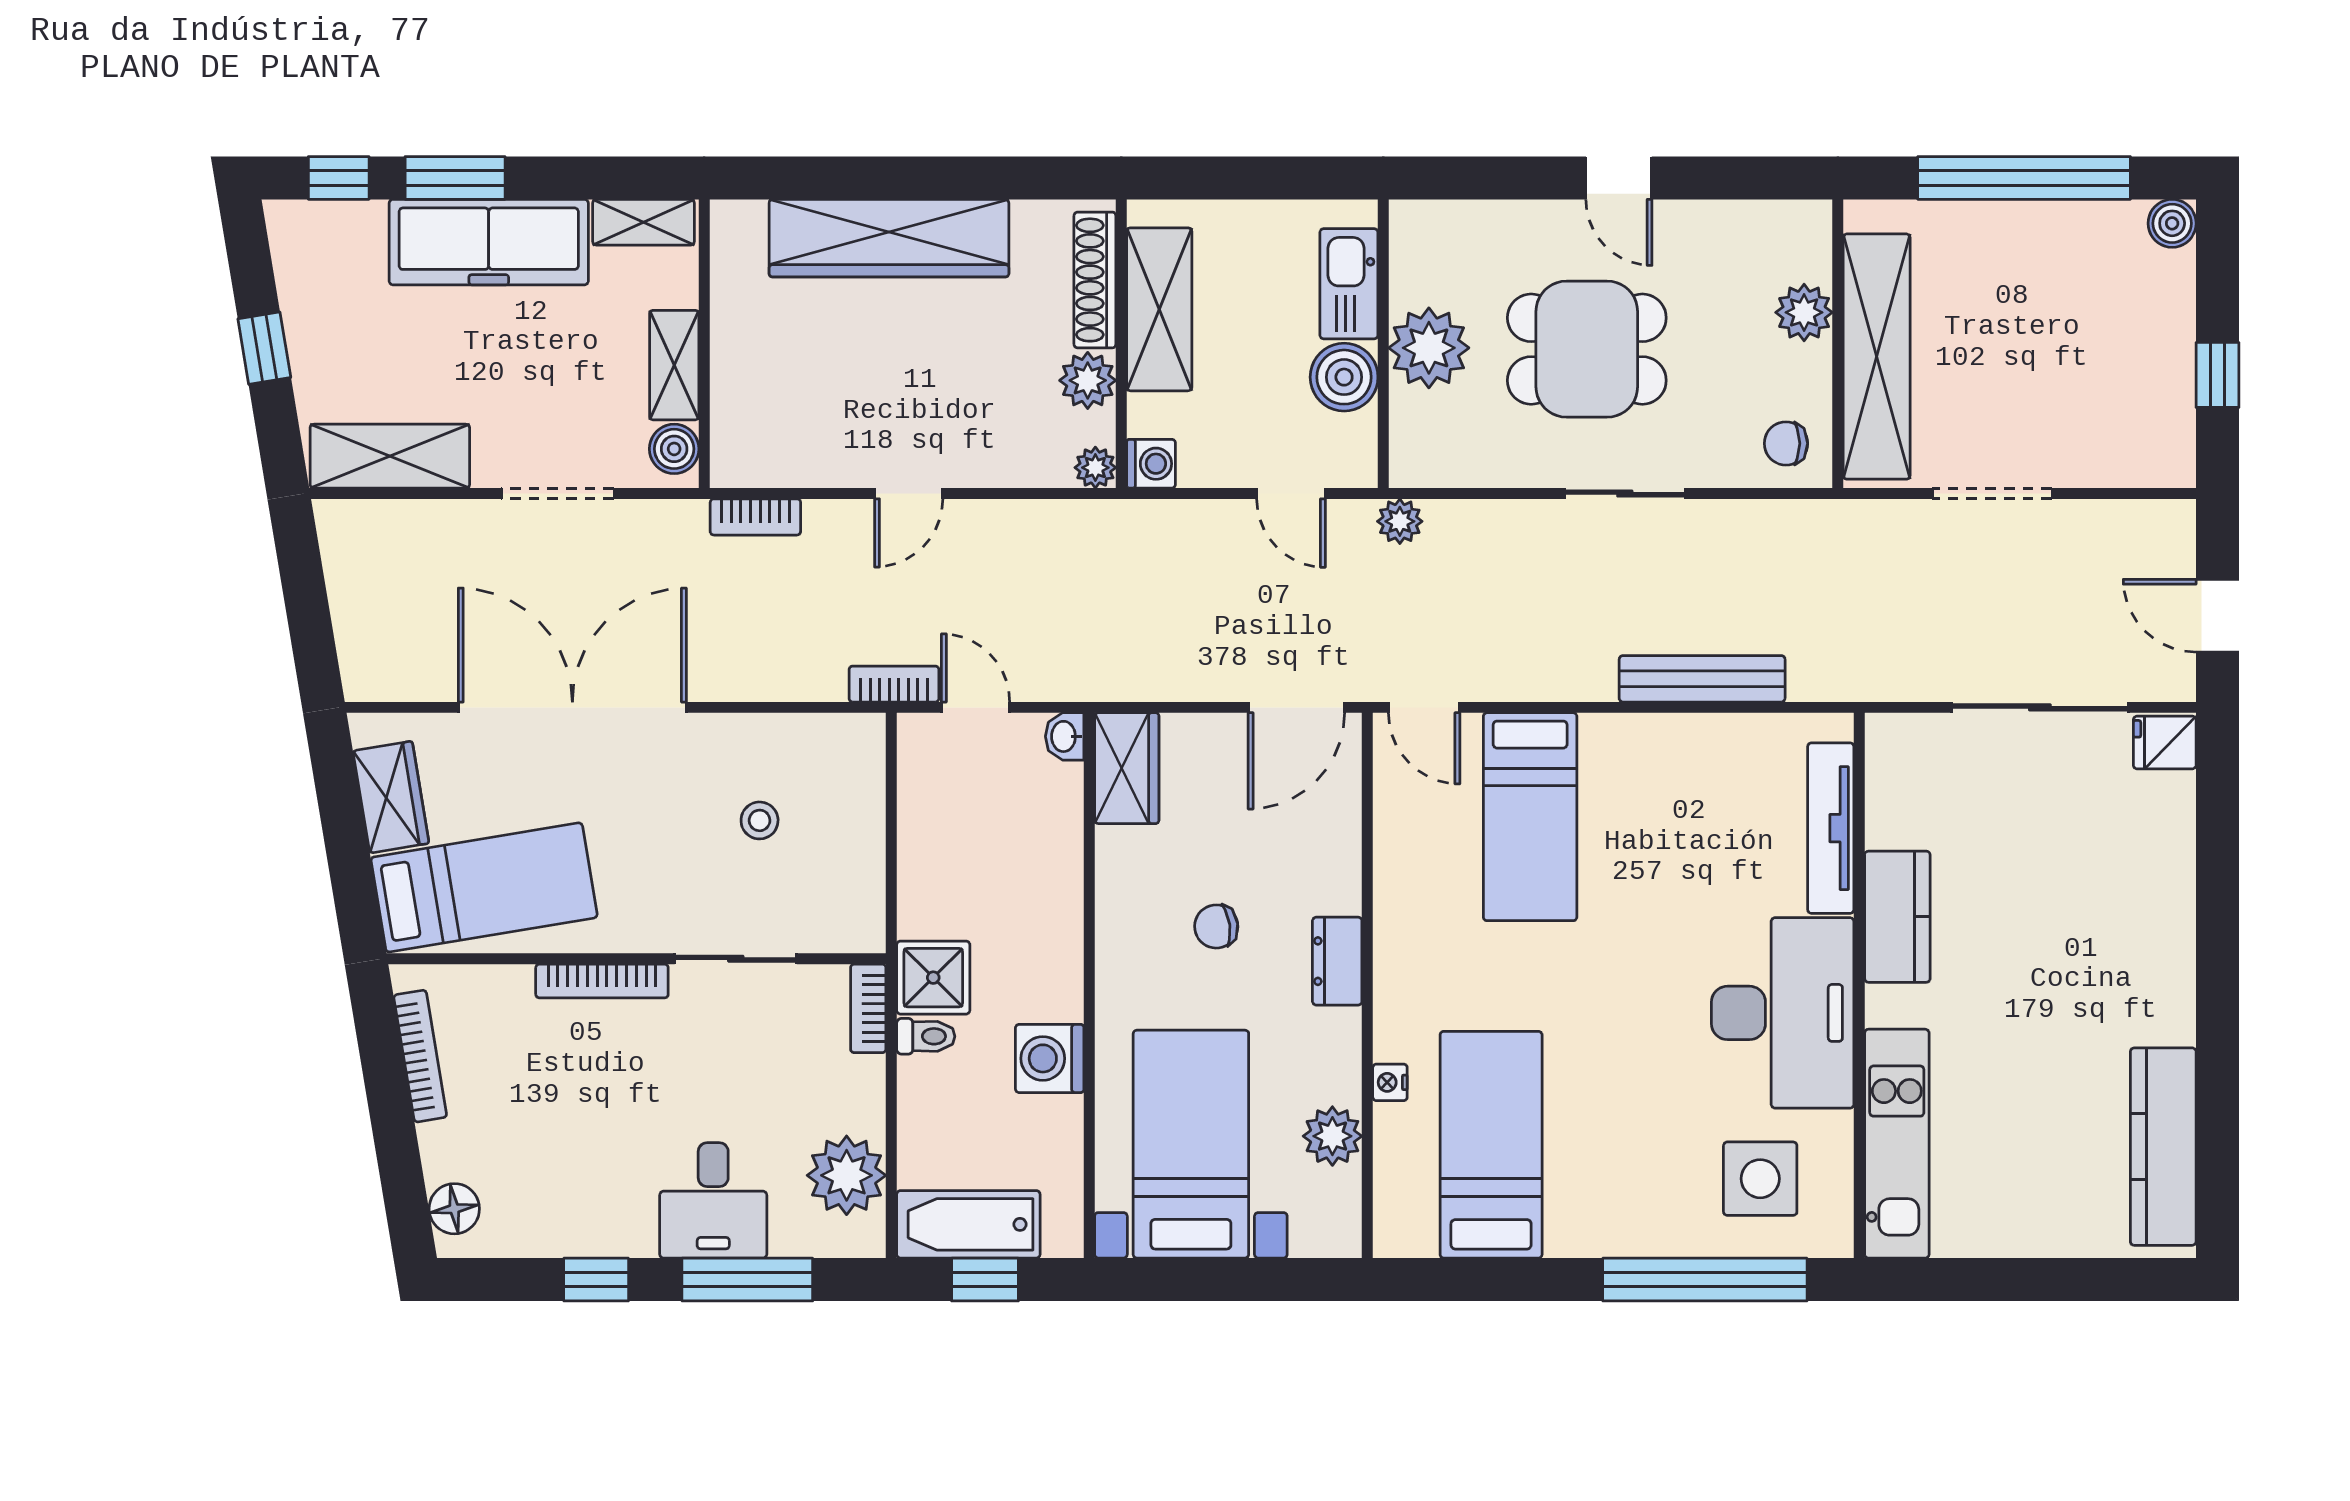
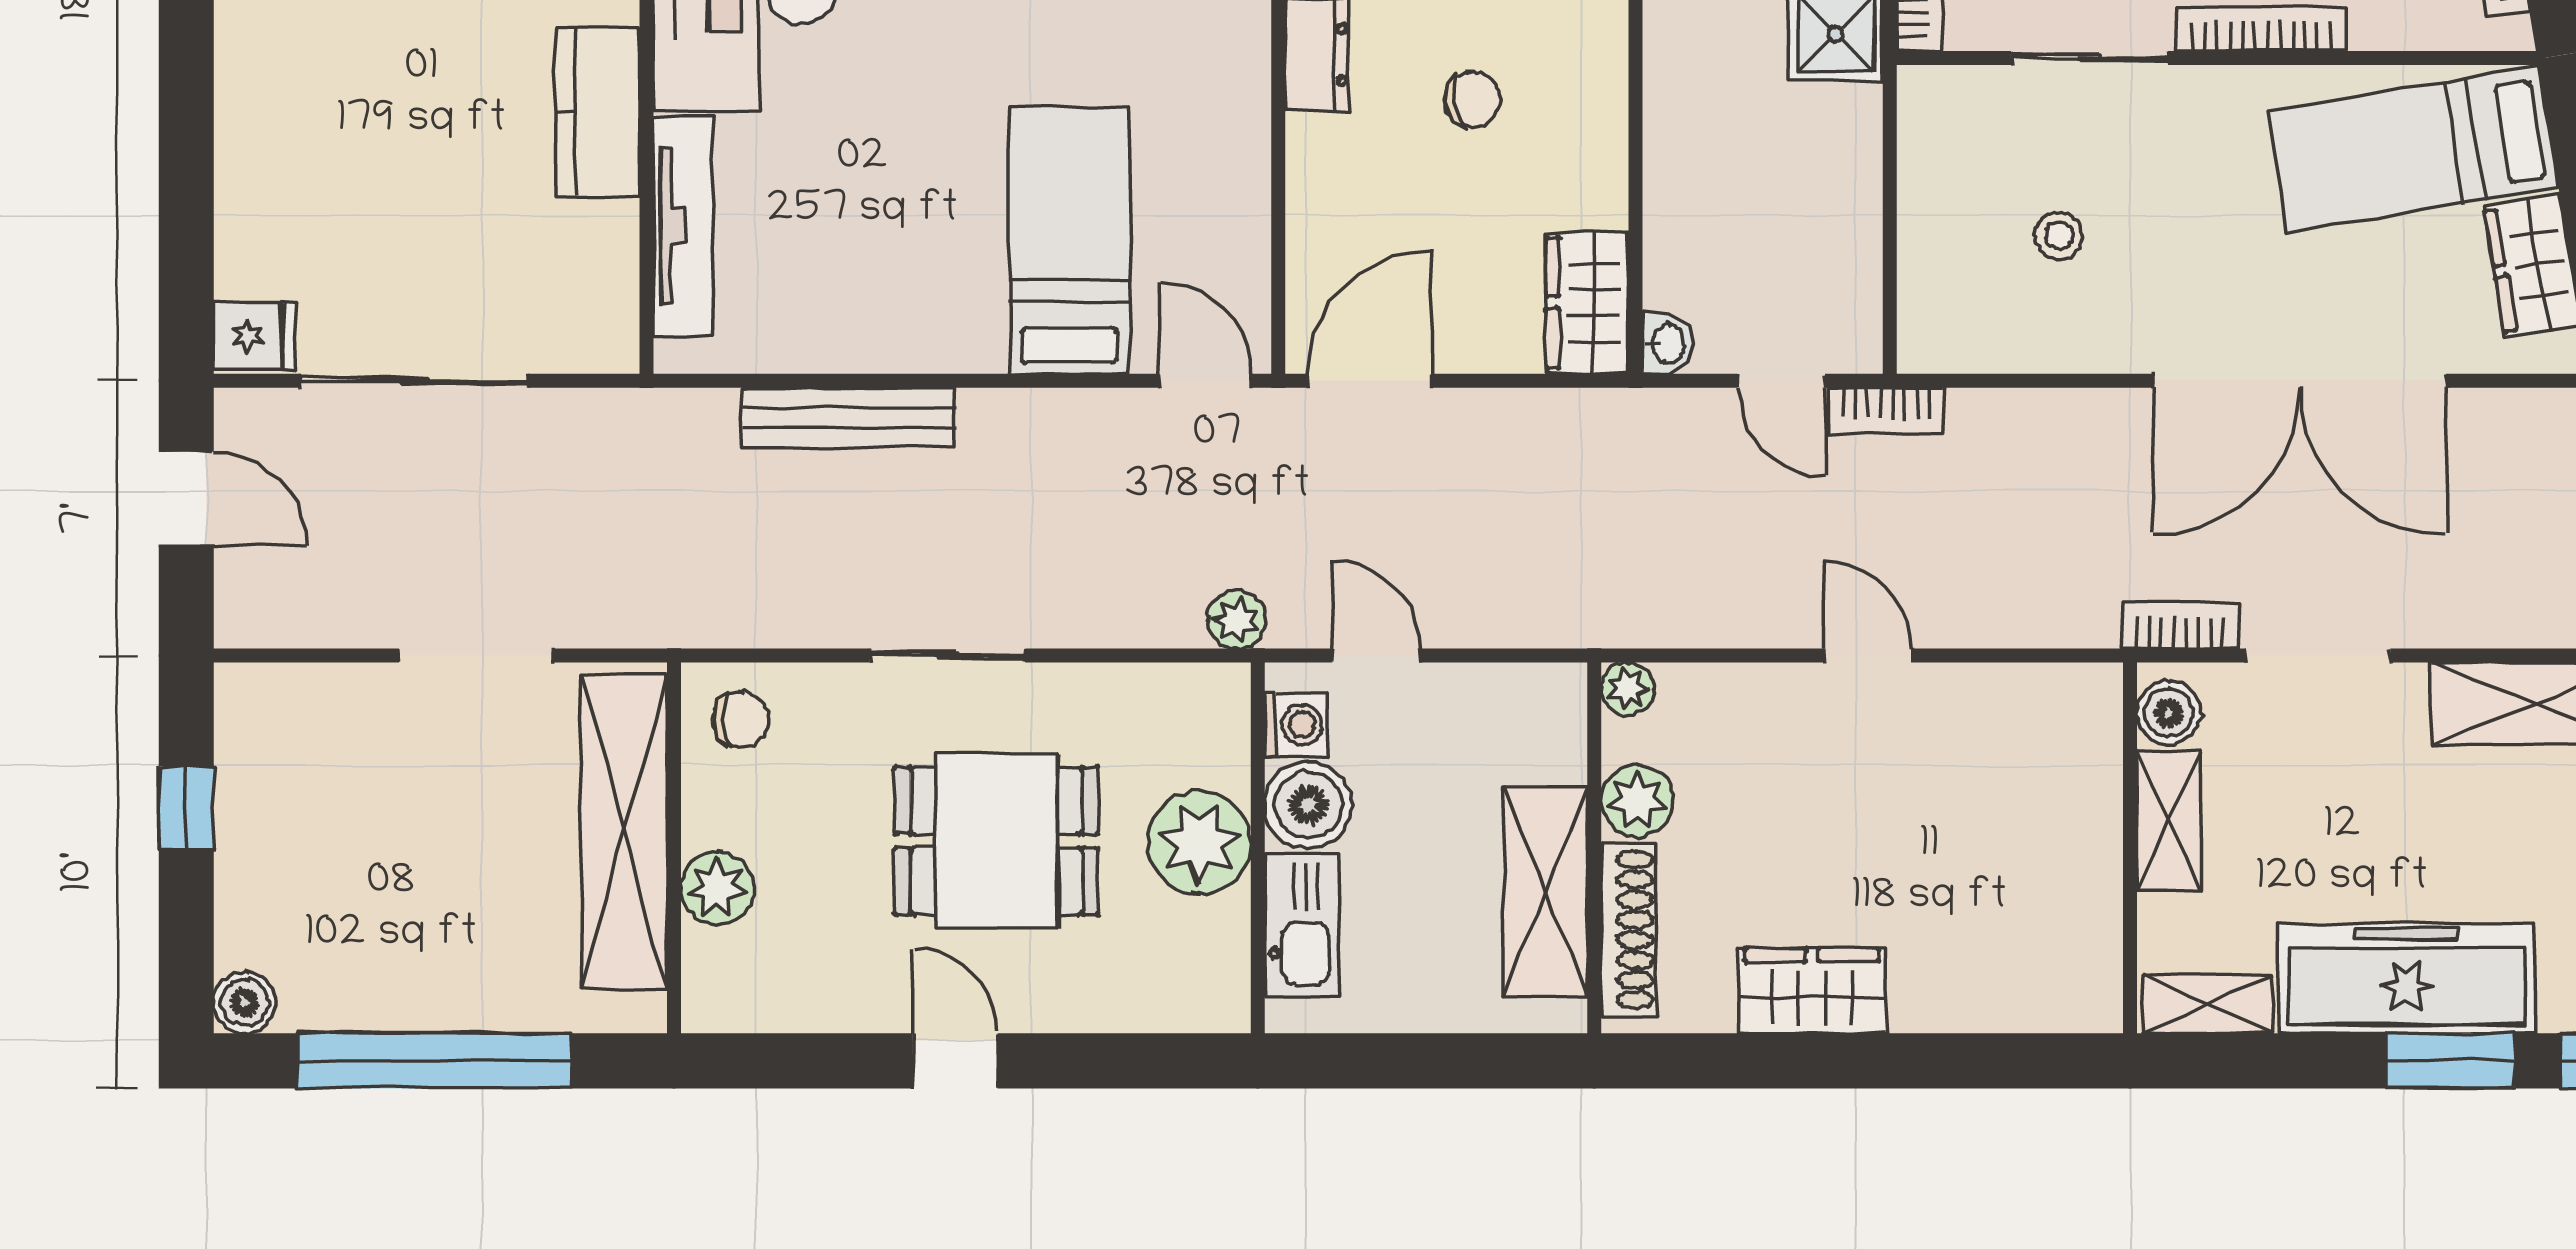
wardrobe: (889, 238) -> (1812, 991), width x0.48, depth x0.85
washing machine: (1151, 464) -> (1296, 725), moved, turned 180
door: (909, 493) -> (1867, 656), hinge flipped
bookcase: (755, 517) -> (2180, 625), moved

